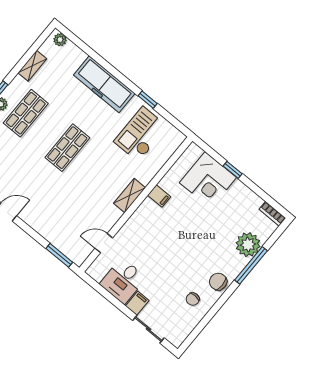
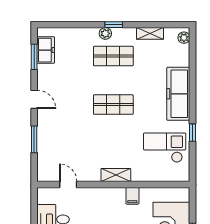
window: (59, 255) -> (34, 139), moved

